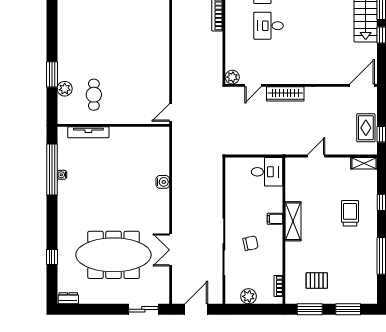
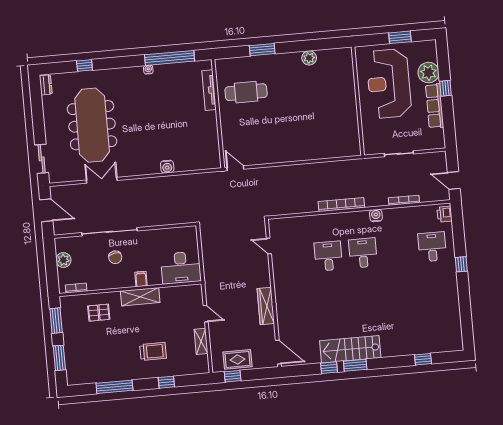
plant: (232, 77) -> (275, 225), removed
plant: (65, 89) -> (309, 58), moved
wardrobe: (285, 94) -> (266, 306), moved
cafe table: (94, 95) -> (246, 92), width x1.37, depth x1.35
shelving: (364, 163) -> (201, 341), moved
desk: (267, 172) -> (181, 268), width x1.37
water cooler: (62, 175) -> (148, 70), moved
pallet: (317, 281) -> (99, 313), moved, turned 90

